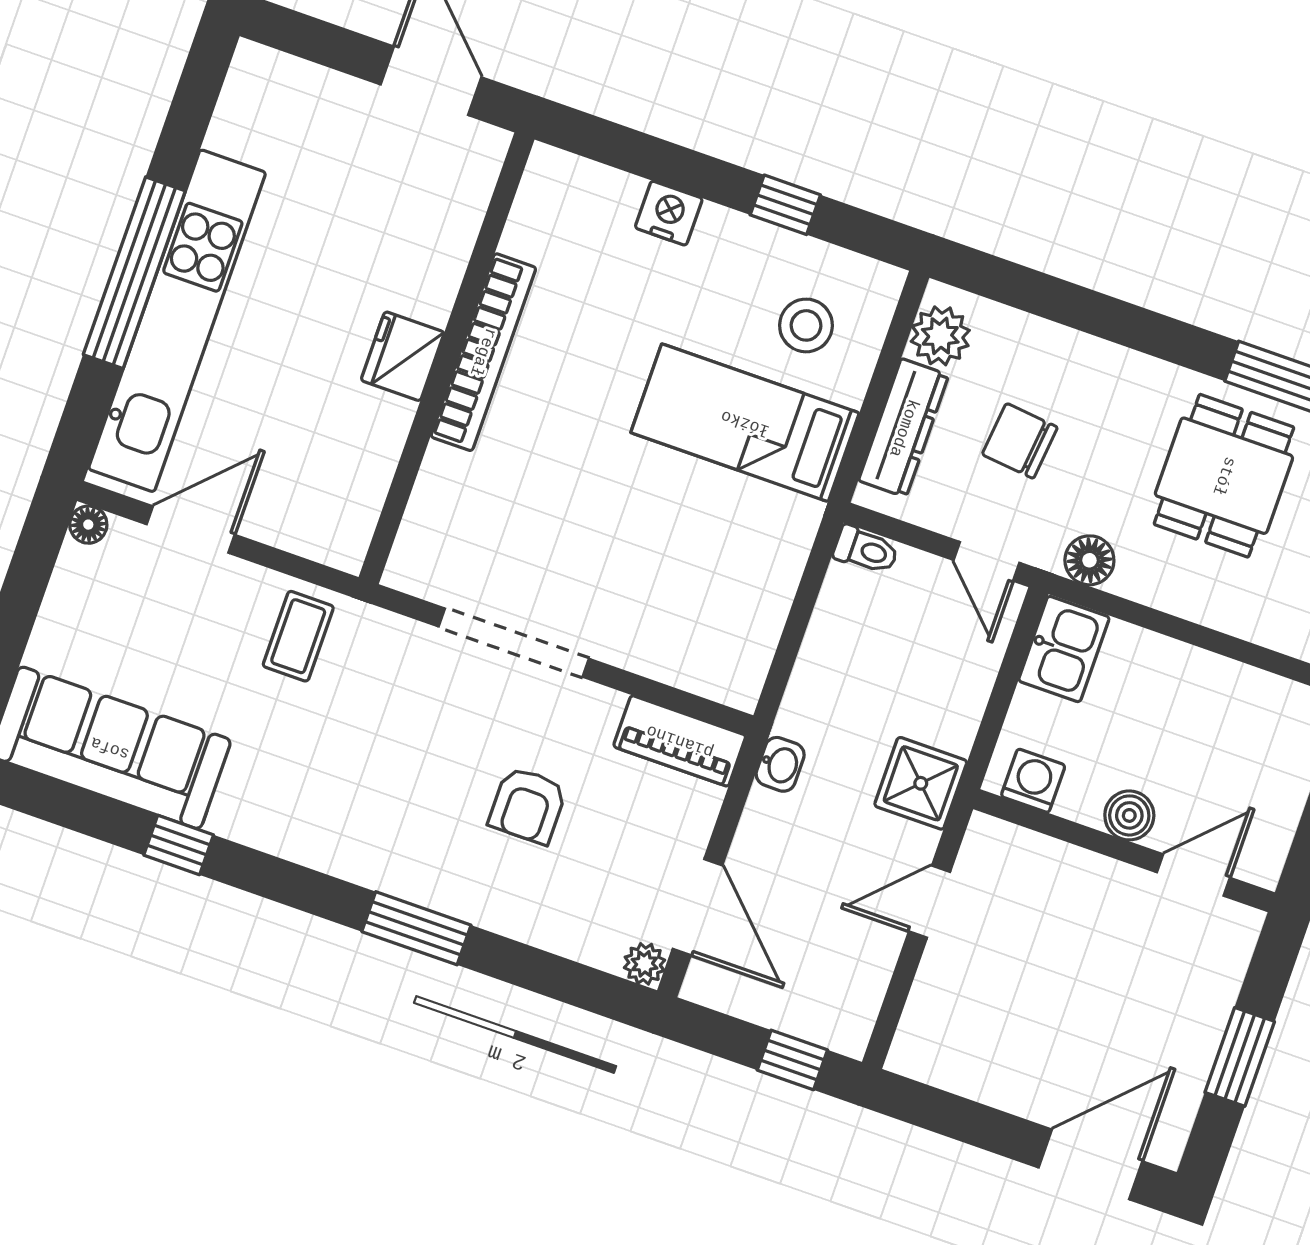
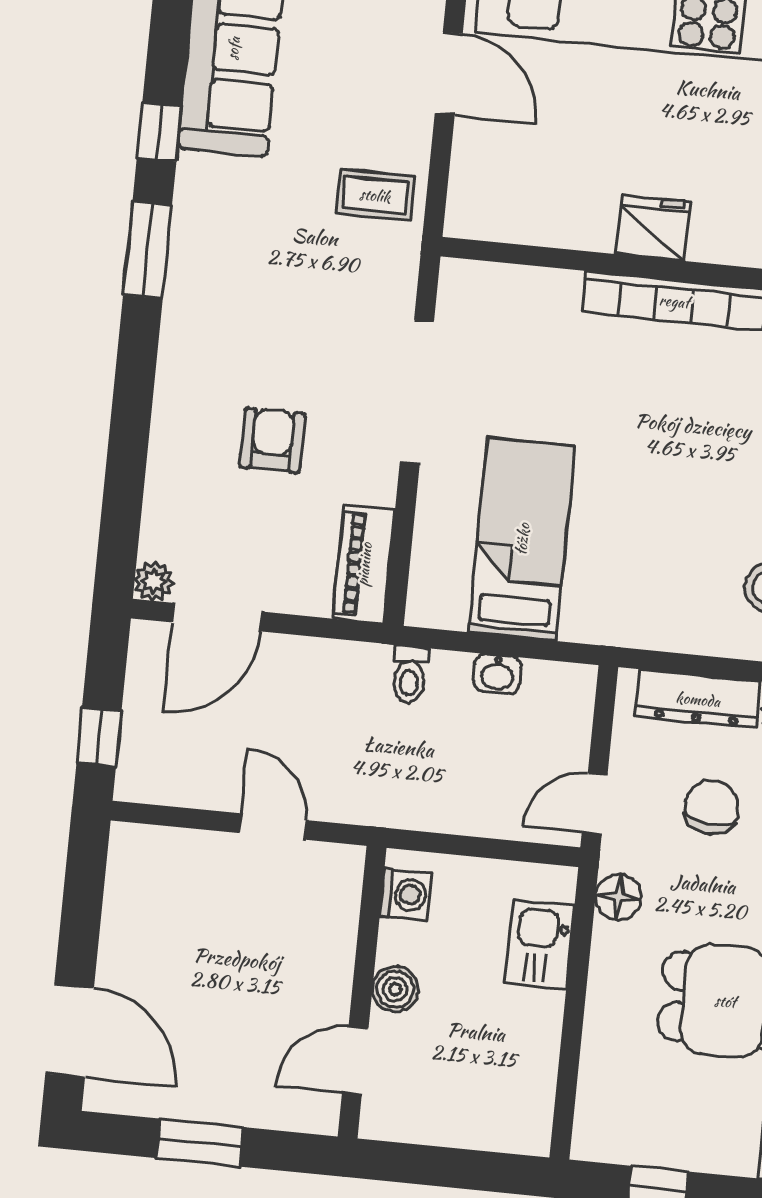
bed: (745, 423) -> (522, 539), moved
toilet: (866, 550) -> (410, 675), moved
kitchen sink: (1064, 649) -> (540, 945), moved, turned 90
washbasin: (780, 764) -> (497, 674), moved
shower: (921, 783) -> (379, 793), removed
armchair: (528, 805) -> (272, 440), turned 90
door: (1193, 875) -> (355, 1061), swing flipped
window: (416, 928) -> (148, 250), moved

